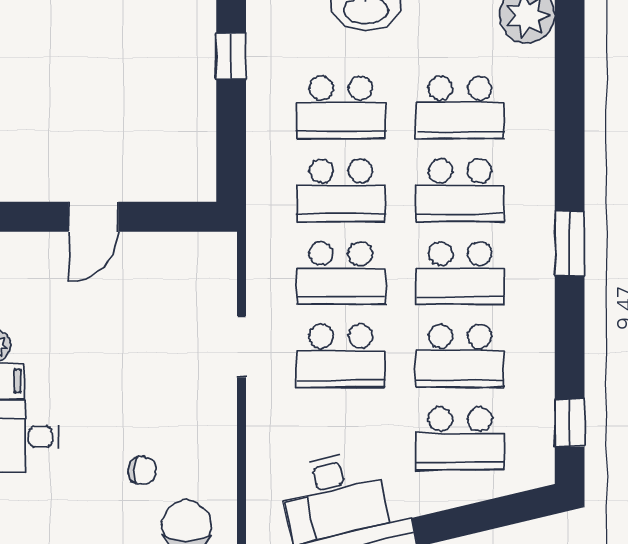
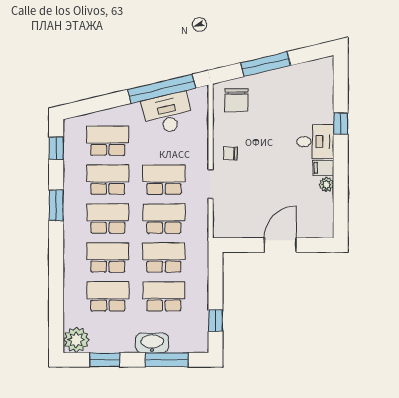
door: (94, 217) -> (280, 245), width x1.38
window: (570, 243) -> (56, 205), moved
chair: (142, 470) -> (230, 153), moved

